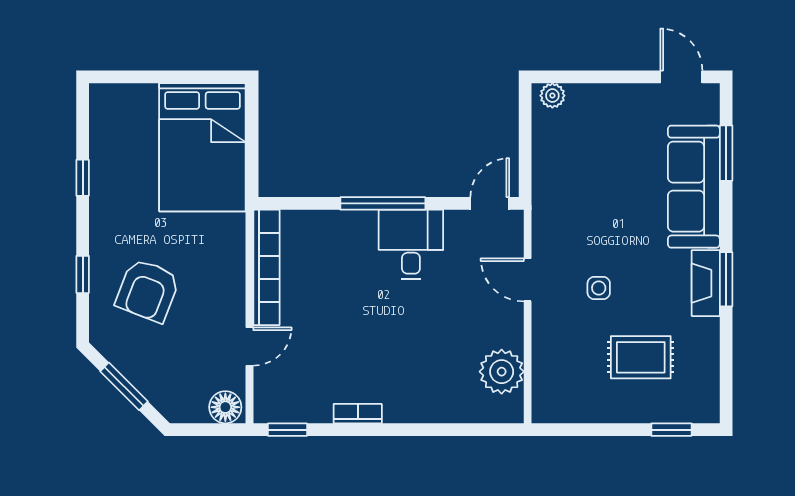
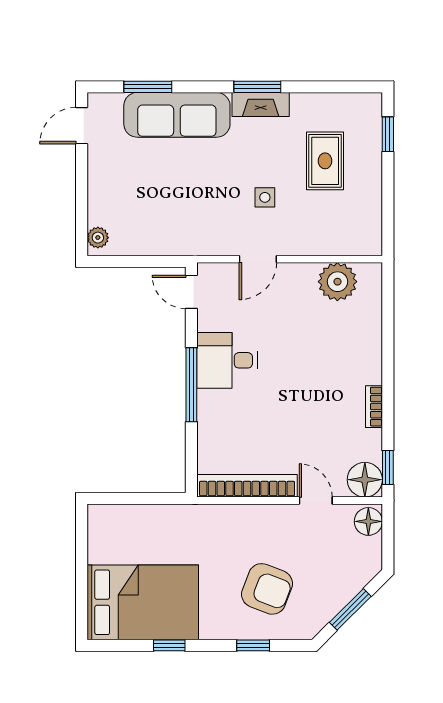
bed: (202, 147) -> (143, 602), moved
floor lamp: (273, 403) -> (365, 480), added

